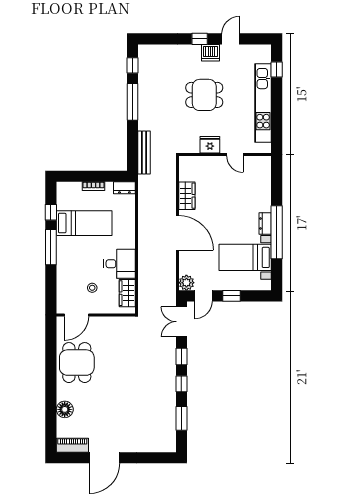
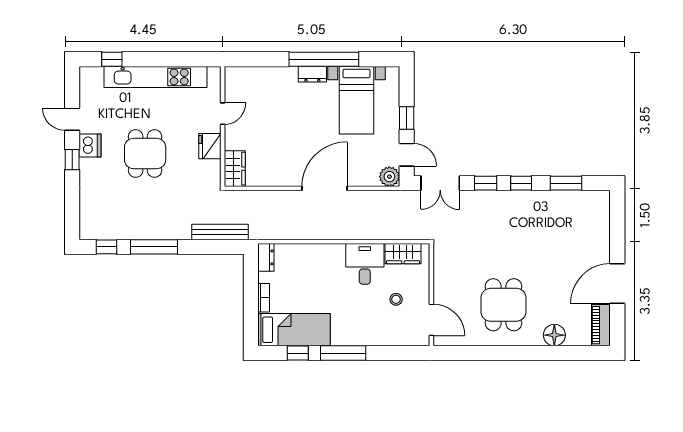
wardrobe: (187, 196) -> (235, 169), moved, turned 90
bed: (84, 223) -> (294, 330), moved, turned 90
dining table: (77, 363) -> (503, 305), moved, turned 90
door: (104, 458) -> (617, 284), swing flipped

